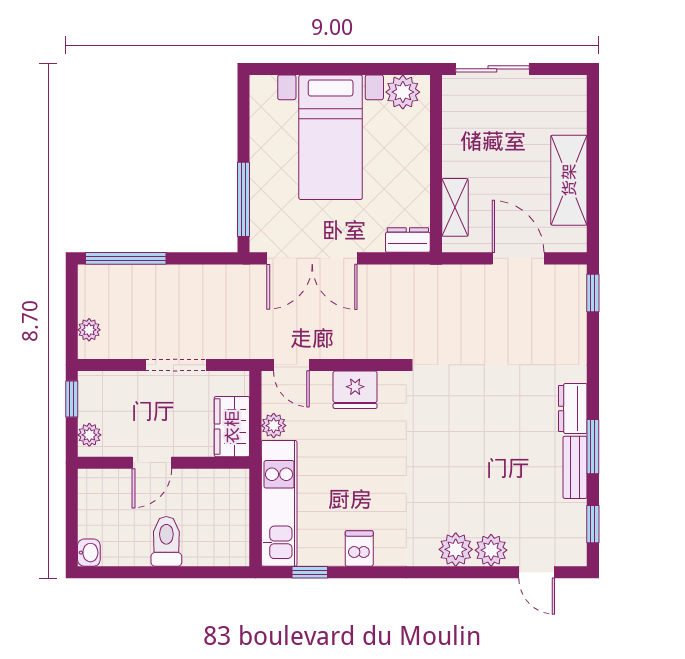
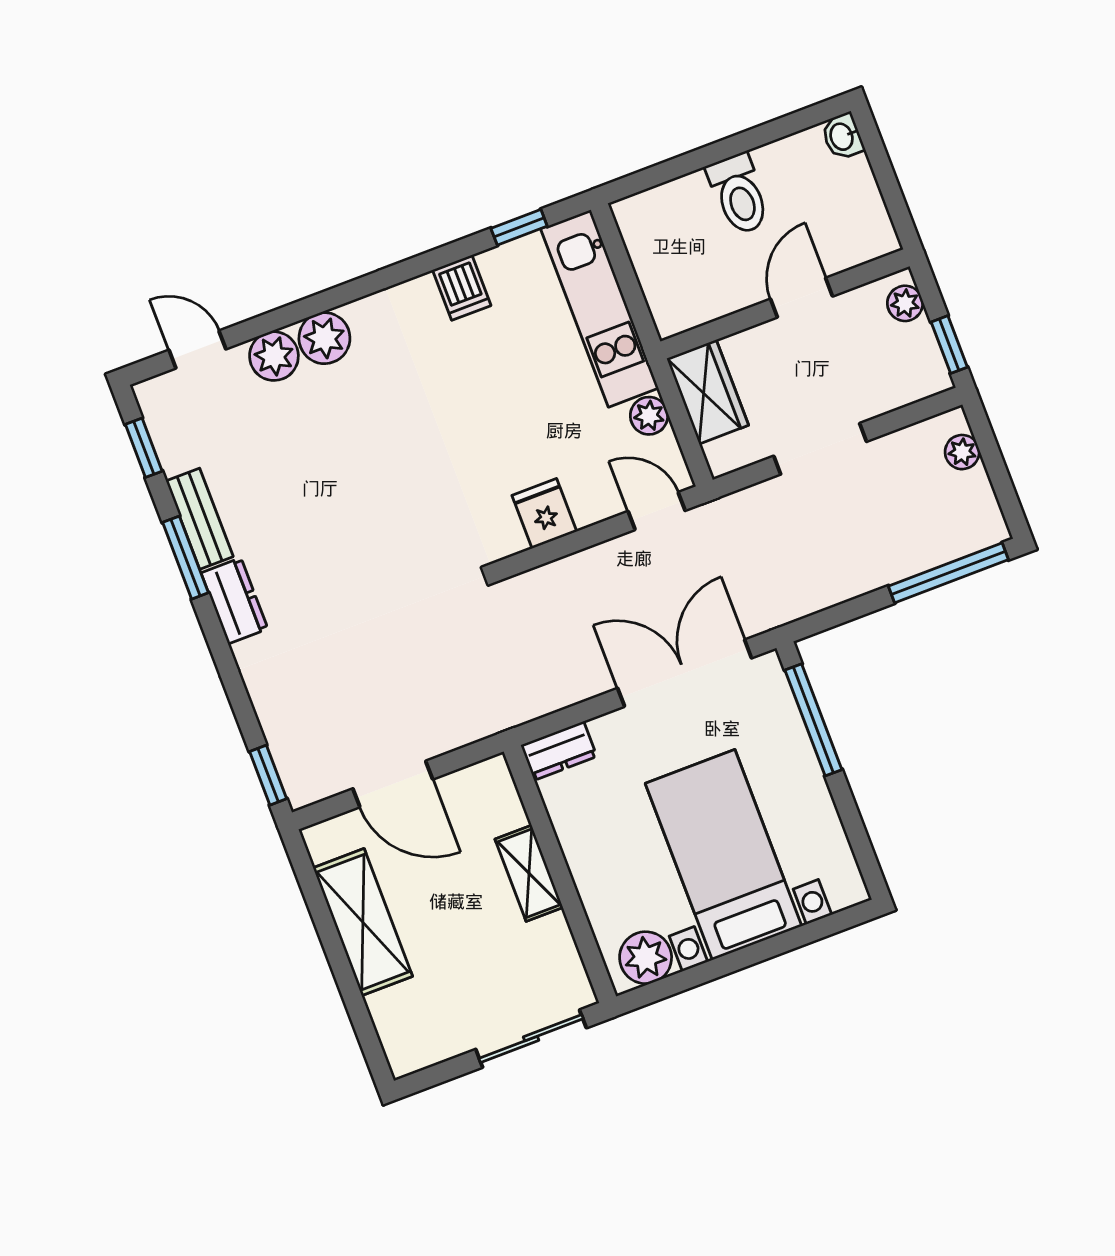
shelving: (455, 207) -> (529, 873), moved
fridge: (355, 390) -> (544, 513), width x0.72

